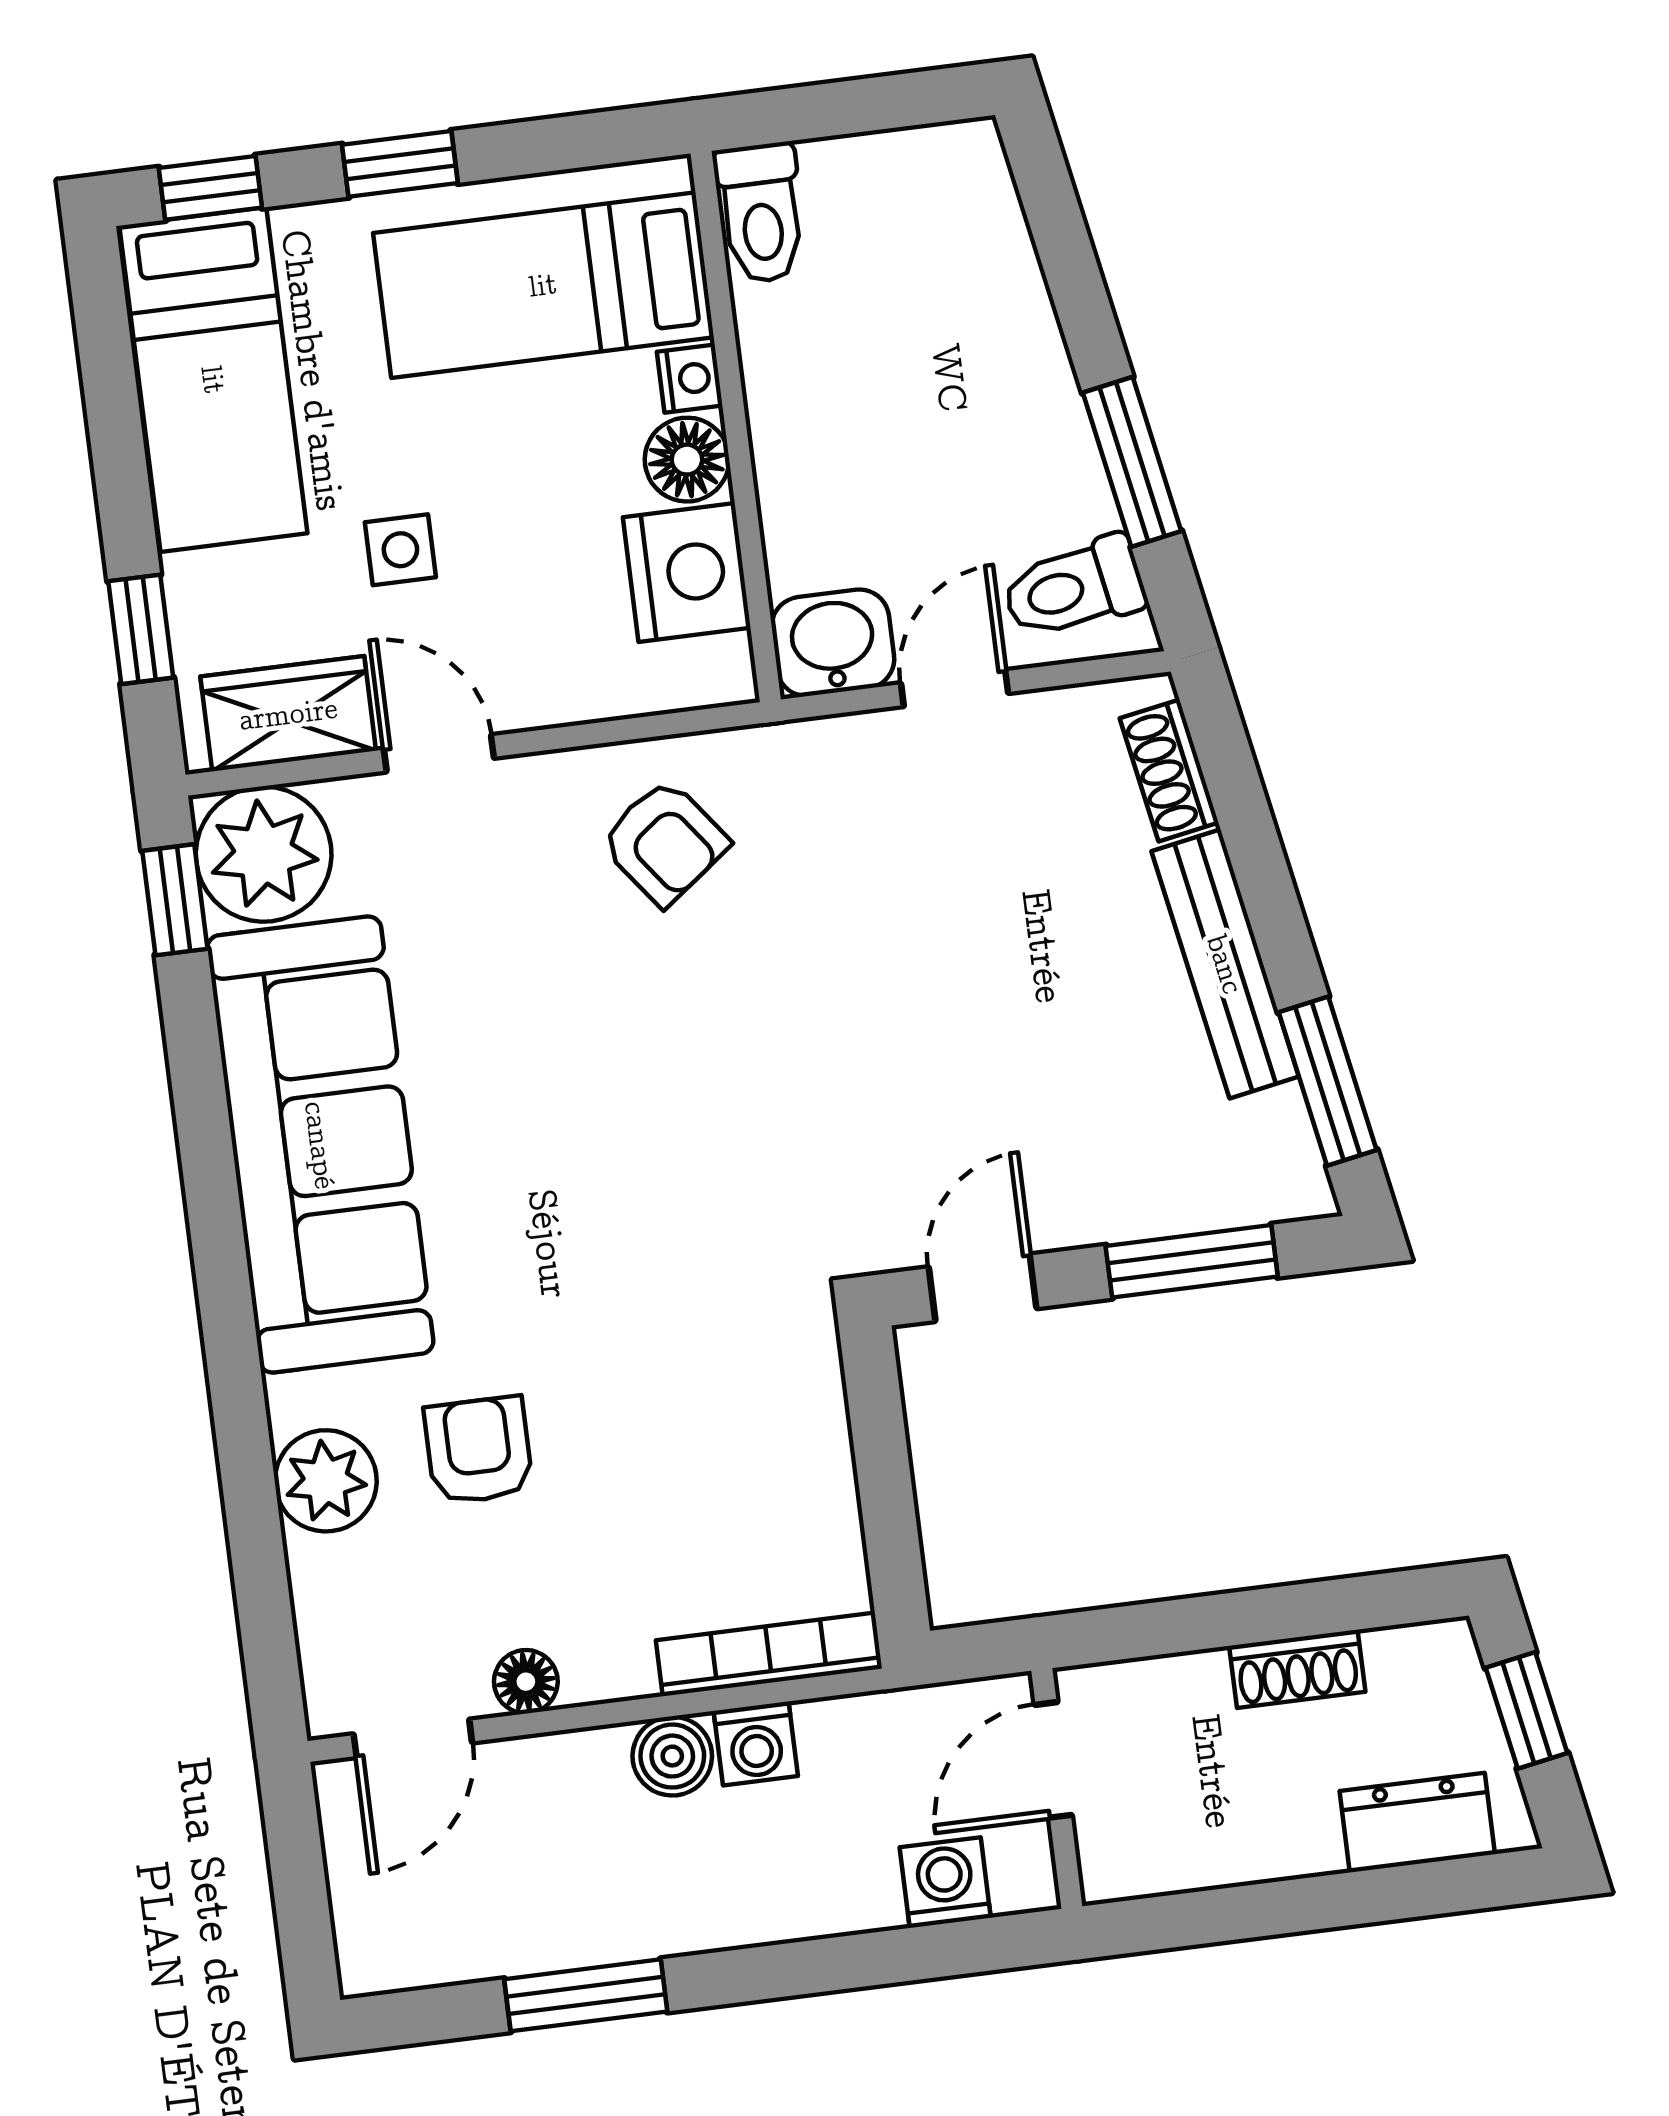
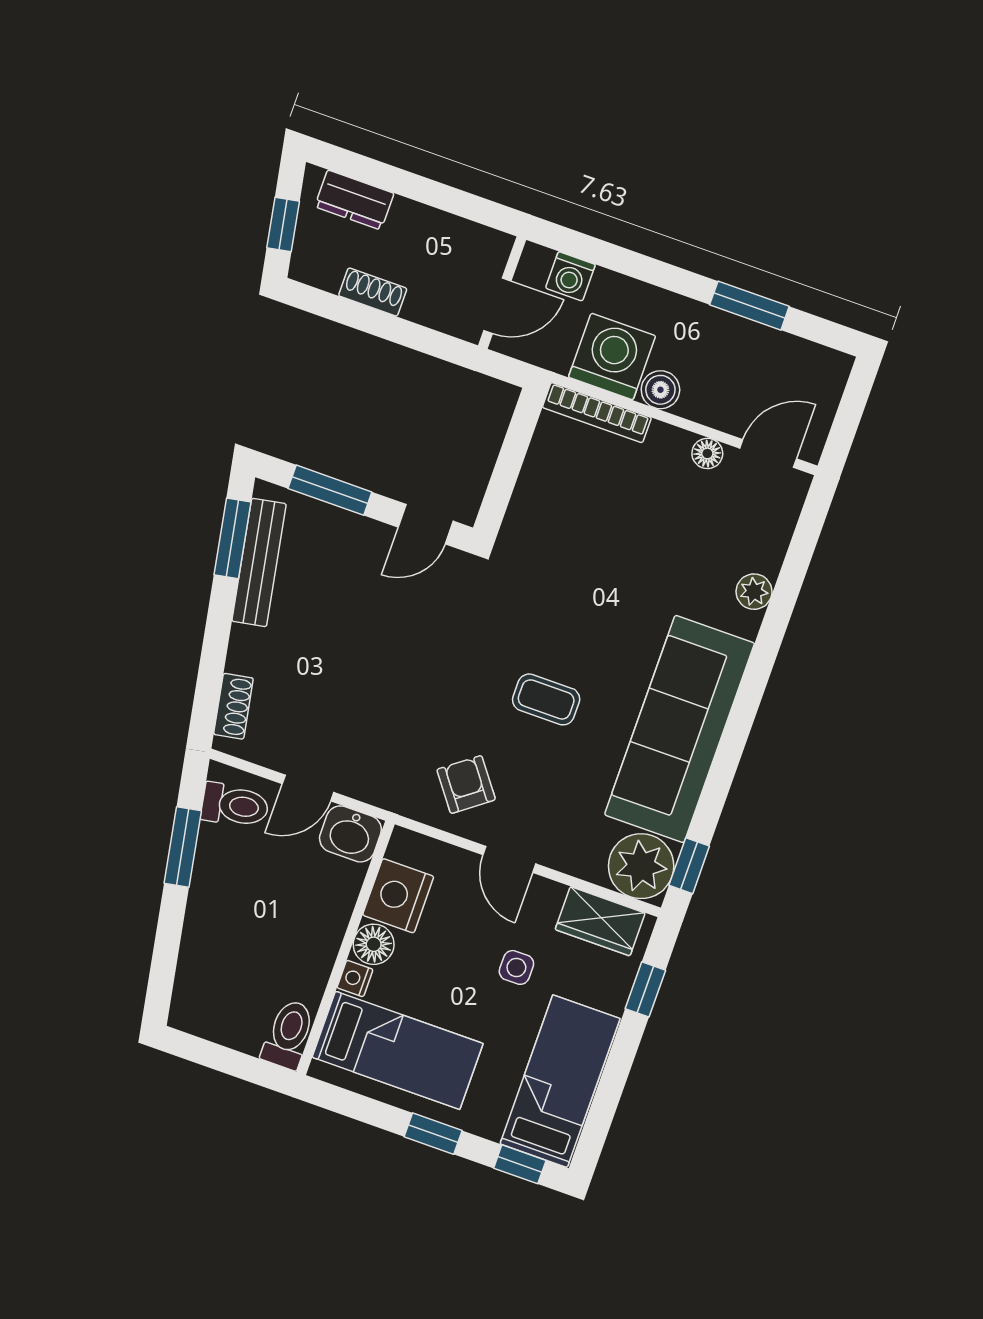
door: (439, 753) -> (509, 859), moved
bench: (1225, 964) -> (259, 562), moved
coffee table: (595, 1075) -> (546, 699), added
armchair: (478, 1450) -> (678, 563), removed
plant: (326, 1481) -> (754, 592), width x0.73, depth x0.73
washing machine: (756, 1744) -> (612, 357), width x1.89, depth x1.89

